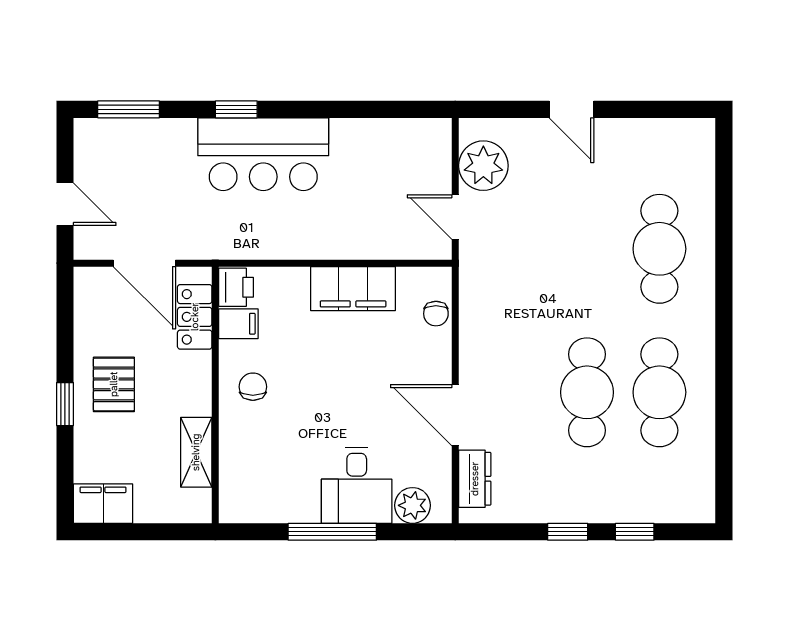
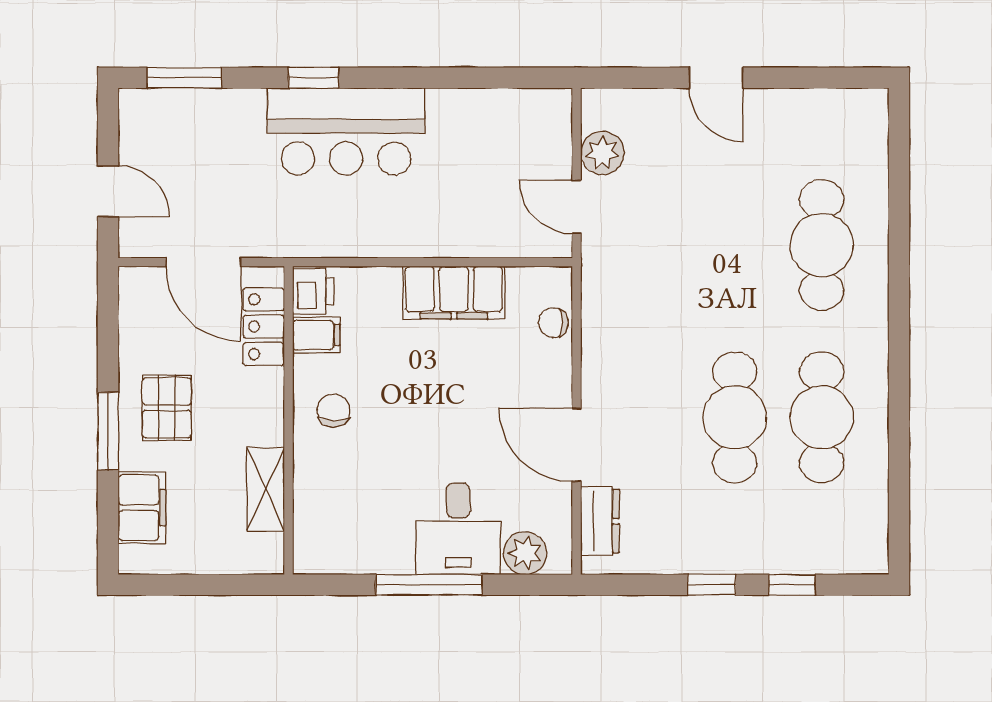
plant: (483, 166) -> (602, 153), width x0.73, depth x0.73
chair: (436, 314) -> (553, 323), turned 90
window: (65, 404) -> (108, 431), width x1.50
filing cabinet: (103, 504) -> (142, 508), moved, turned 90

